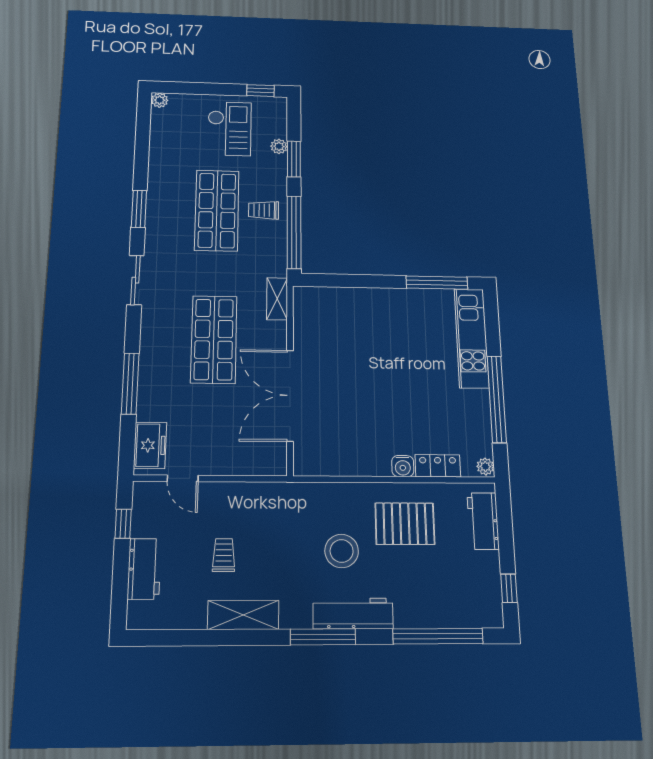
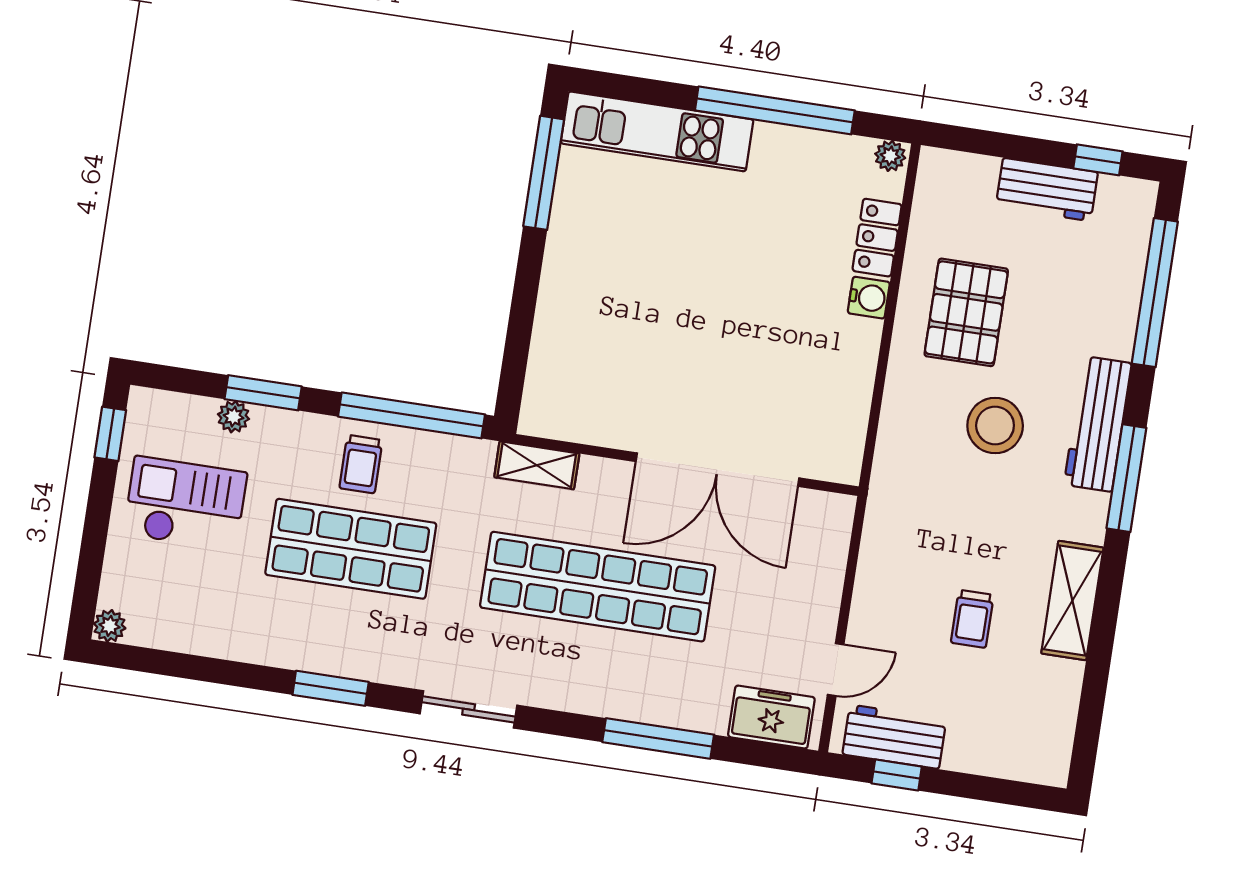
shop shelf: (214, 339) -> (598, 587), width x1.40
workbench: (483, 521) -> (1047, 189), moved
trolley: (224, 555) -> (972, 619), turned -90
workbench: (144, 569) -> (894, 737), moved

